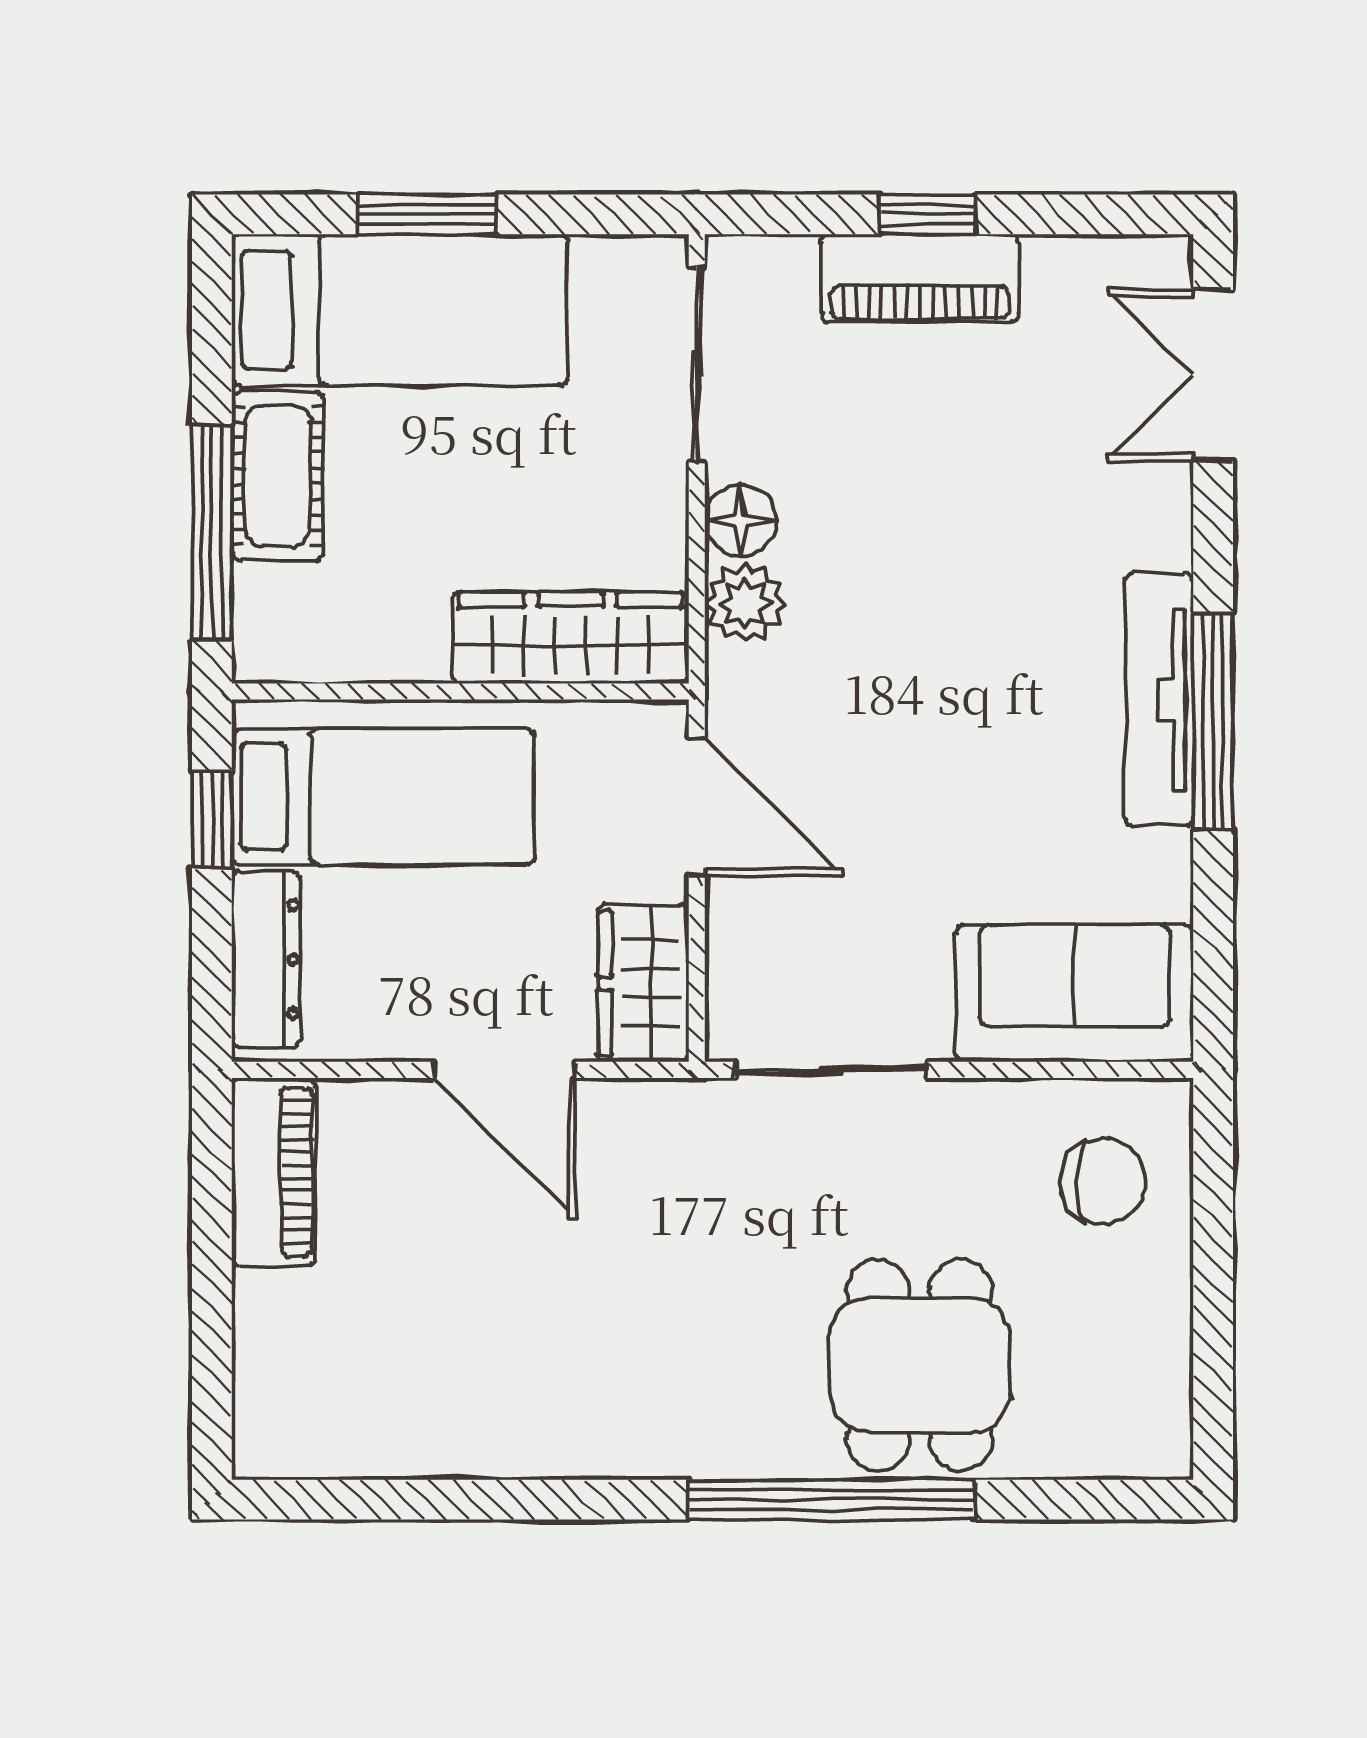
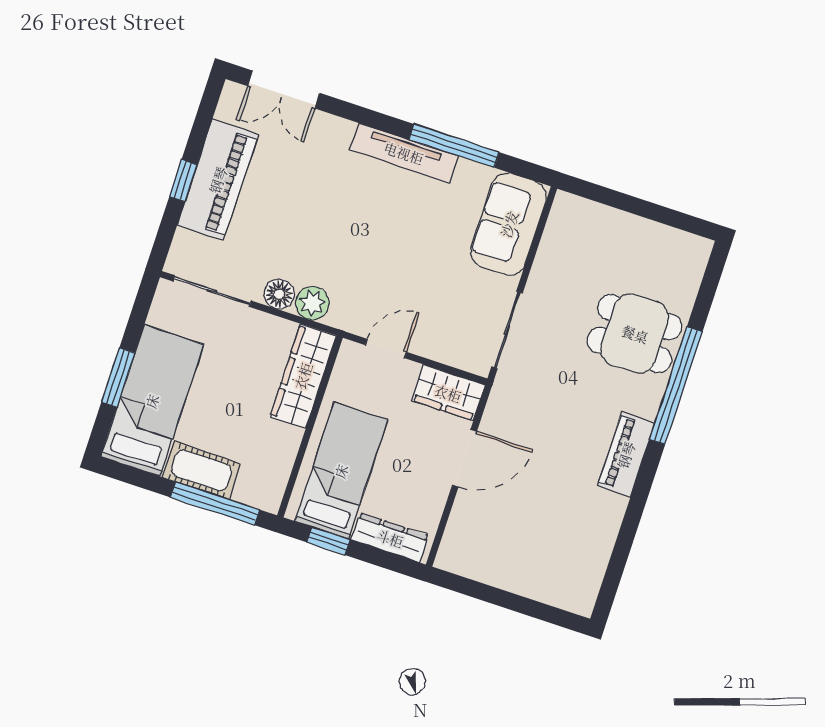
piano: (920, 278) -> (218, 180), width x1.37, depth x1.33
window: (1213, 721) -> (454, 146), moved
door: (697, 806) -> (386, 349), width x0.73
piano: (274, 1172) -> (626, 455), moved, turned -90
chair: (1103, 1181) -> (586, 237), removed

